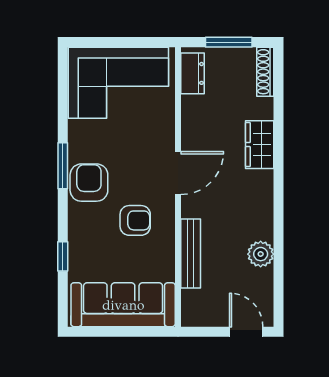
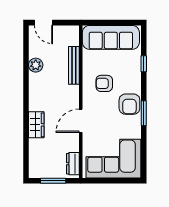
shoe rack: (265, 72) -> (33, 165), removed
door: (178, 173) -> (81, 121), moved

